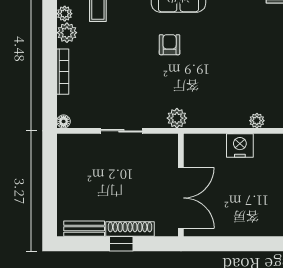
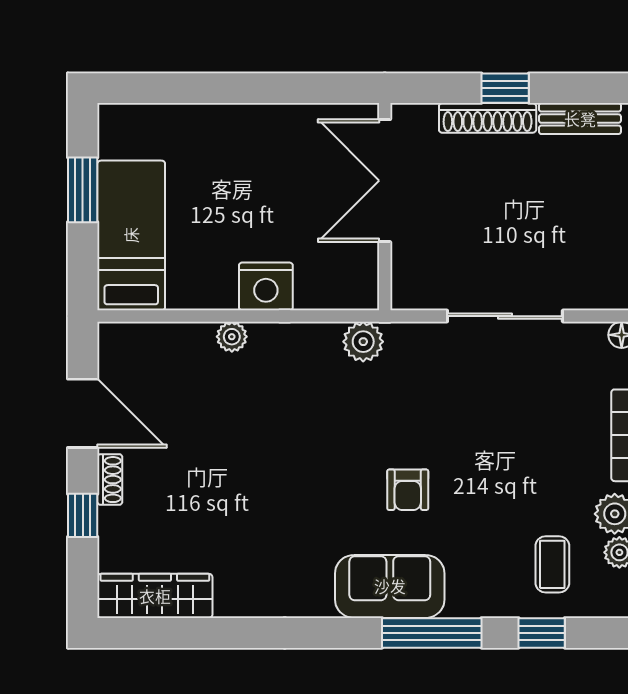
plant: (177, 118) -> (363, 342), moved
sliding door: (121, 131) -> (505, 316), width x1.37

